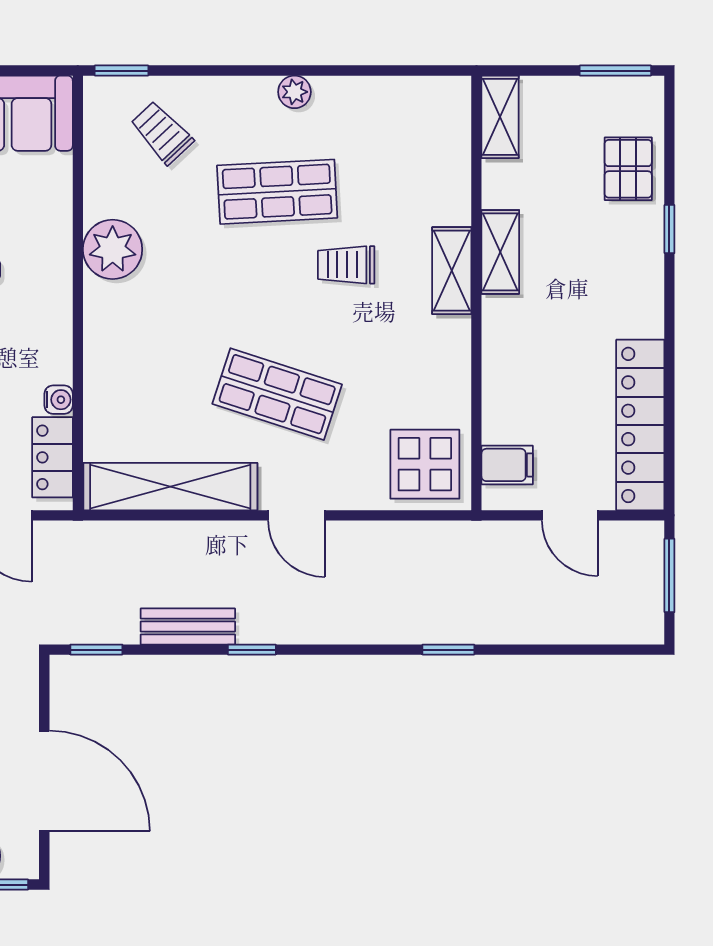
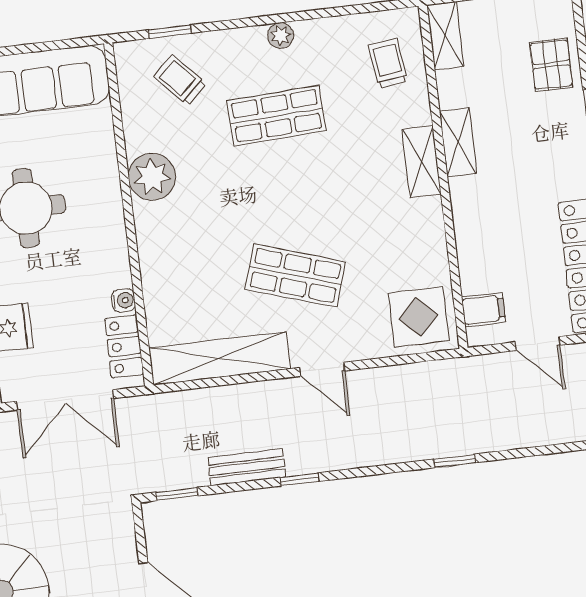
window: (121, 71) -> (170, 32), moved
trolley: (346, 265) -> (388, 63), moved, turned 83

